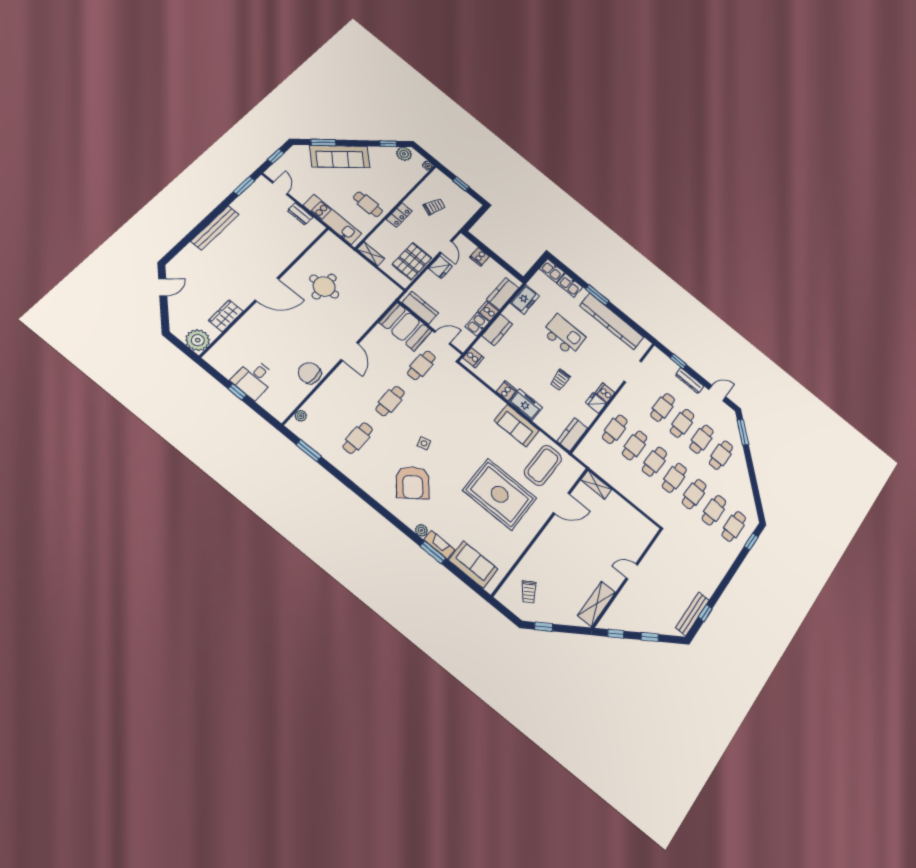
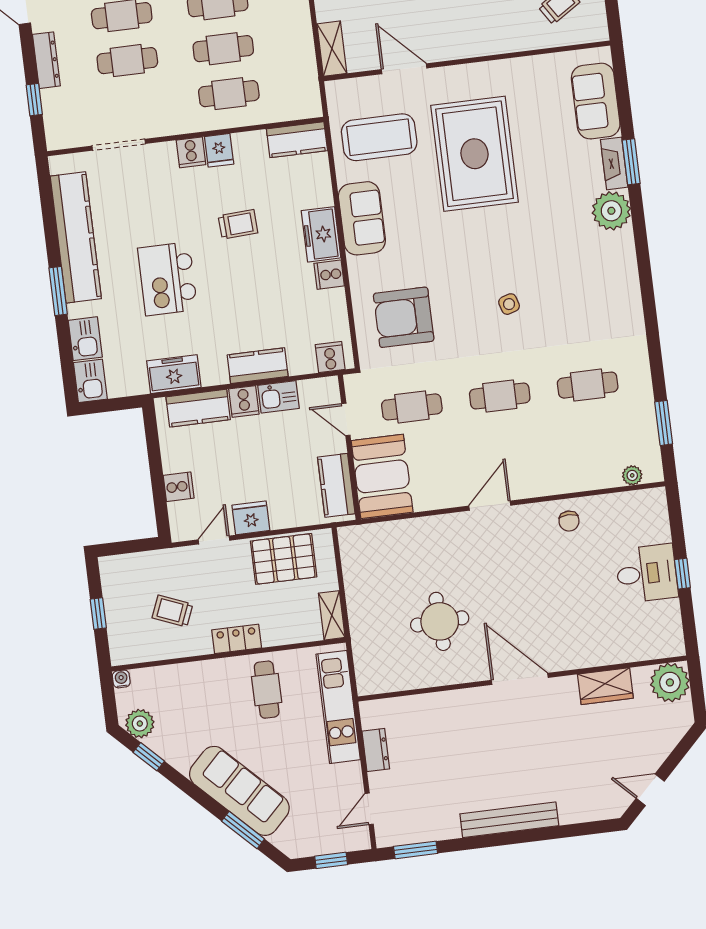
chair: (310, 373) -> (569, 521), width x0.54, depth x0.54
armchair: (413, 483) -> (404, 317), moved, turned -141
plant: (421, 530) -> (611, 211), width x1.88, depth x1.88

